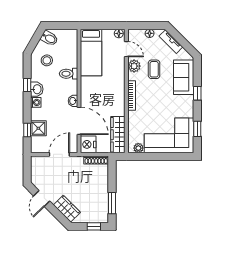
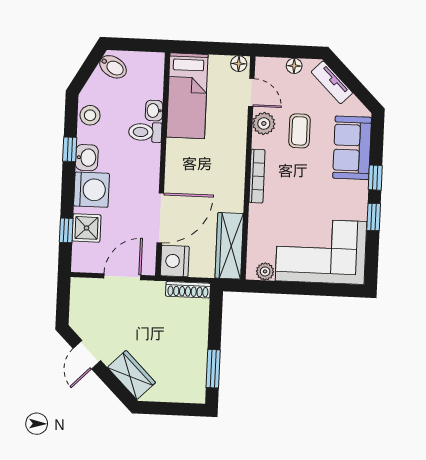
stool: (47, 60) -> (90, 115), moved
washbasin: (73, 101) -> (154, 111), moved
washing machine: (36, 102) -> (91, 190), width x1.89, depth x1.89
door: (79, 121) -> (160, 218), hinge flipped
window: (197, 129) -> (374, 217), moved
window: (94, 226) -> (179, 409), removed

